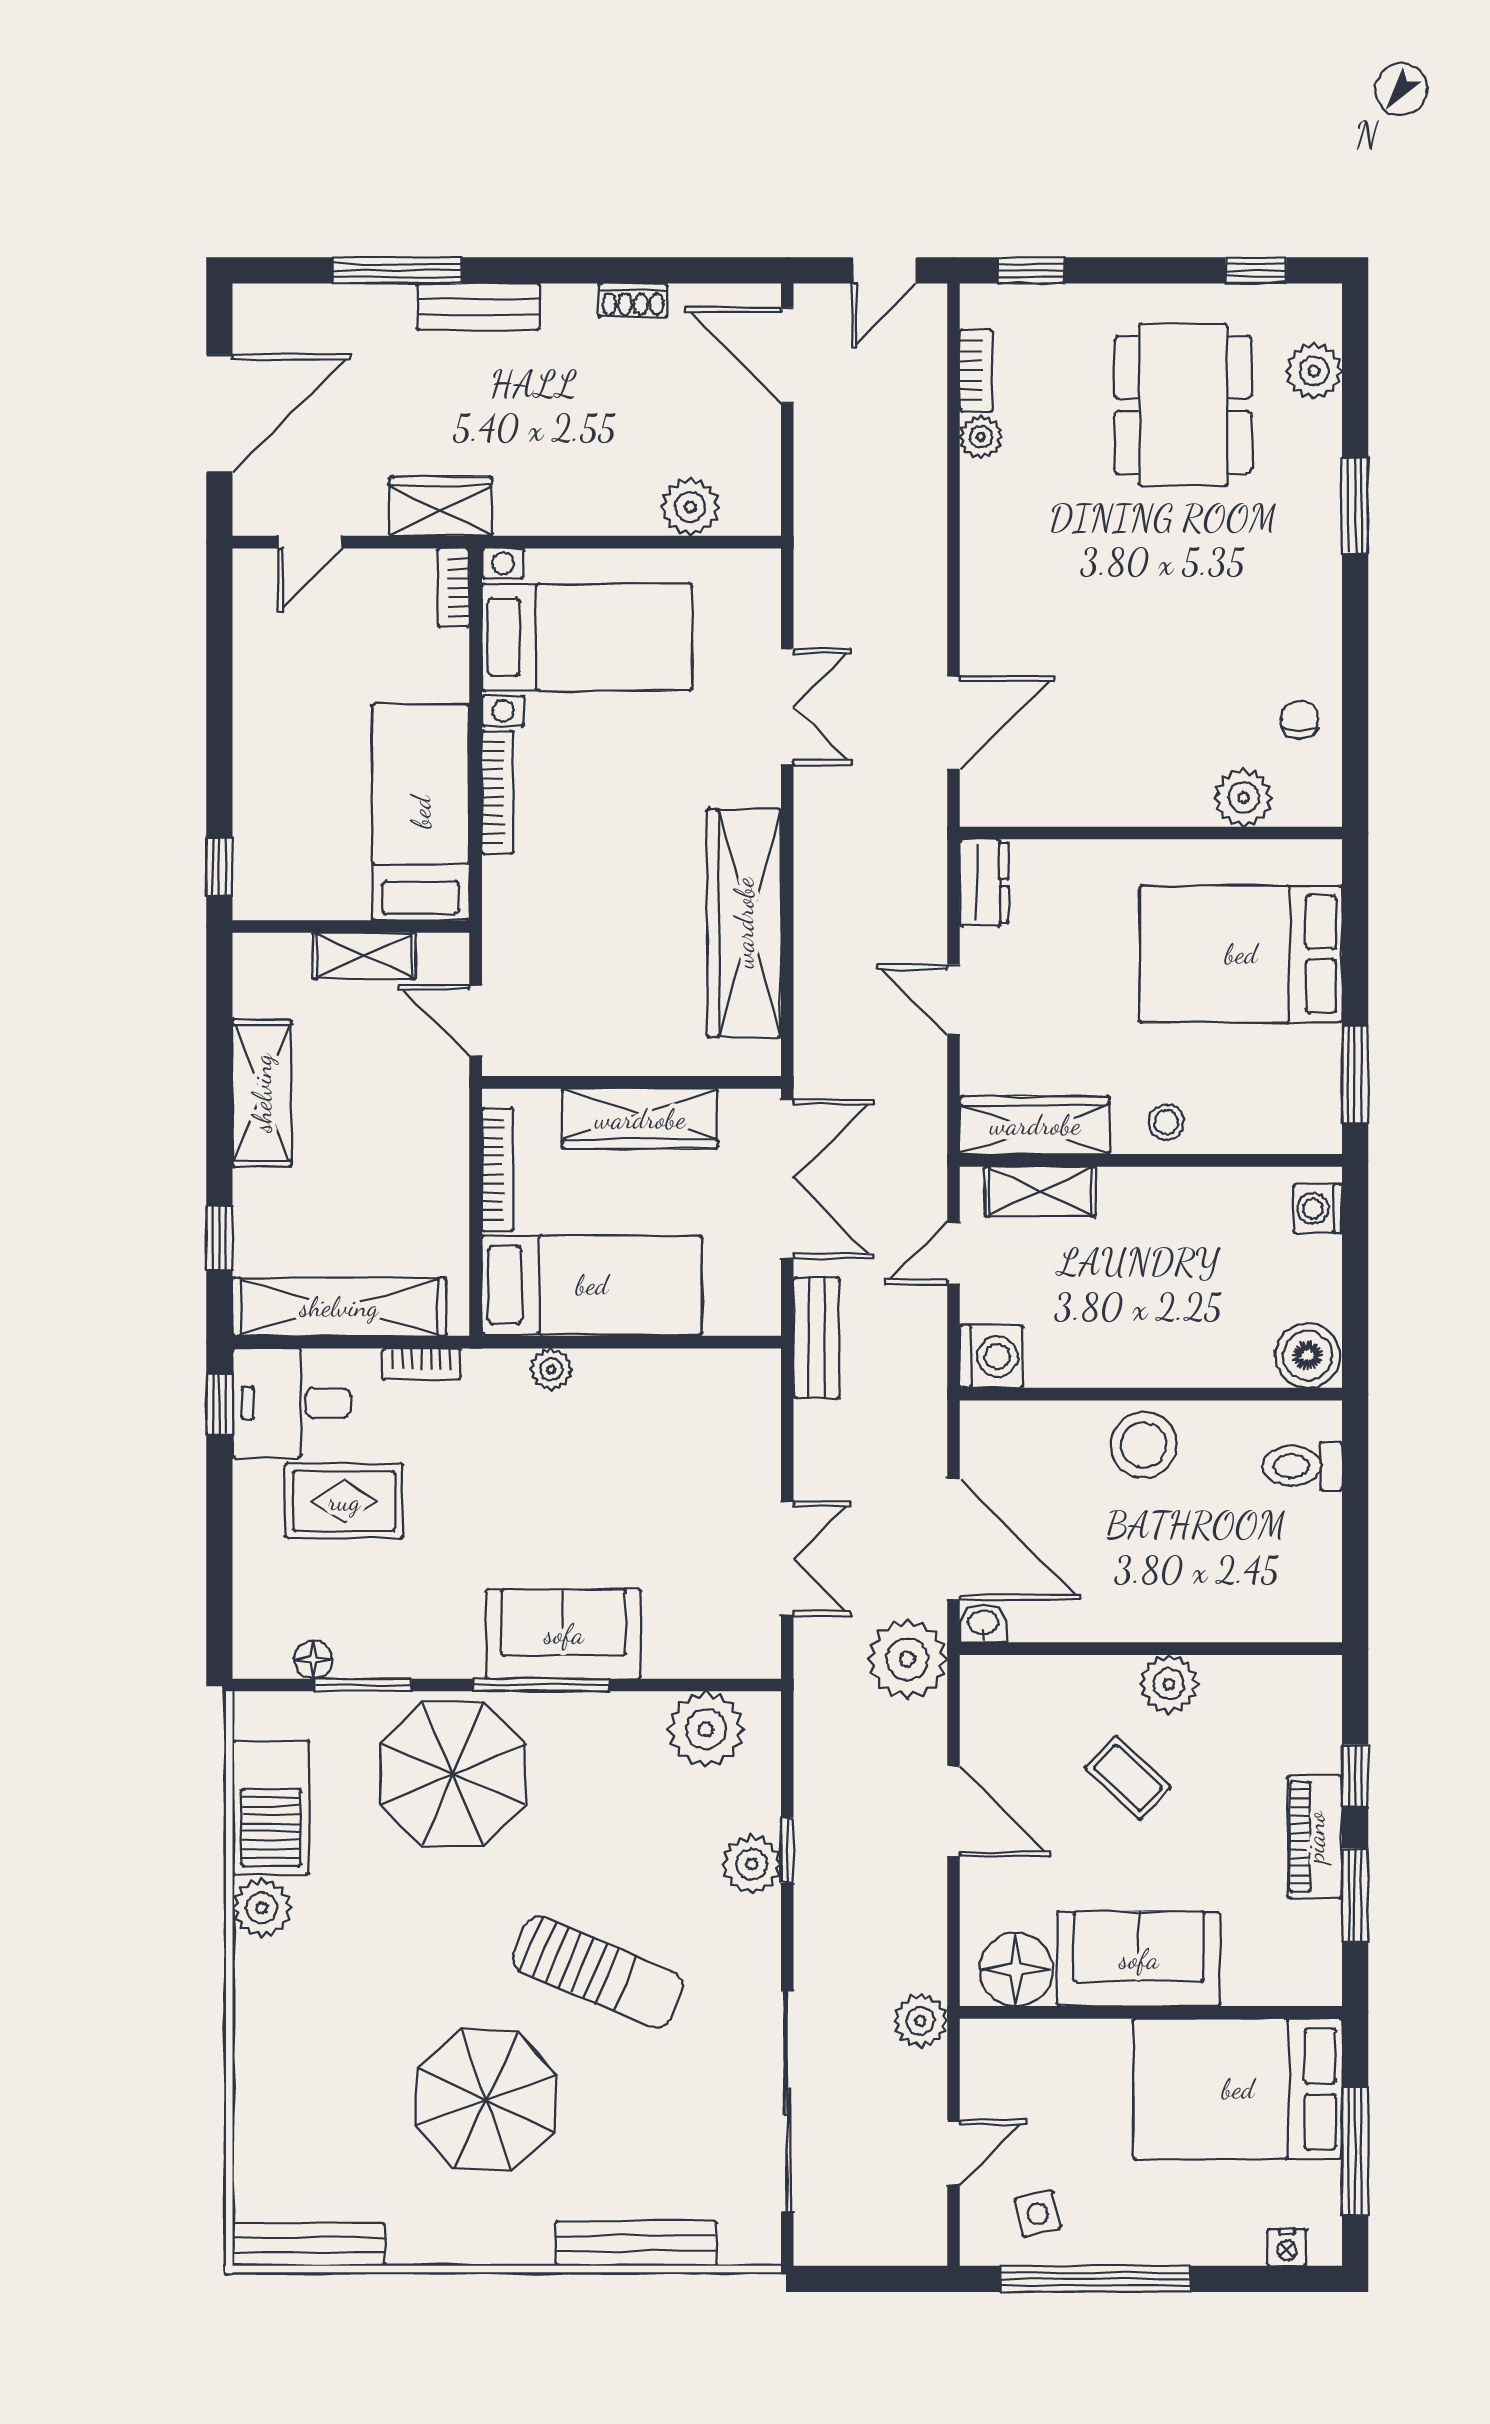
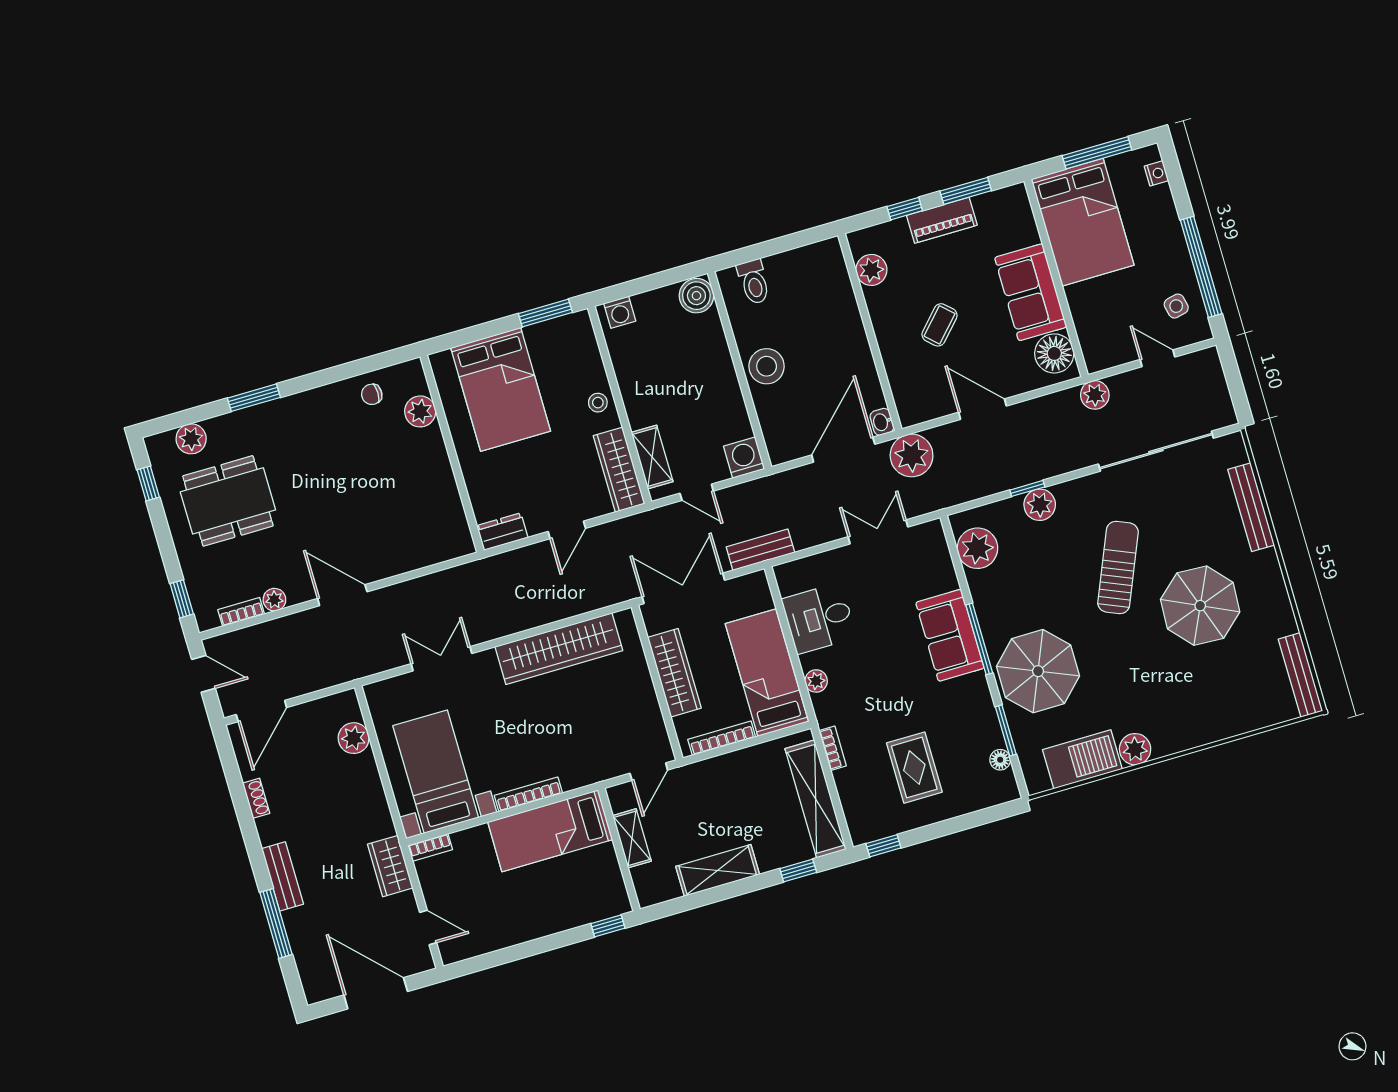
door: (954, 723) -> (342, 595), moved
desk: (291, 1403) -> (819, 618), moved, turned 90
plant: (1169, 1684) -> (871, 270), moved
door: (954, 1811) -> (982, 409), hinge flipped

